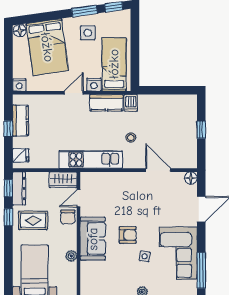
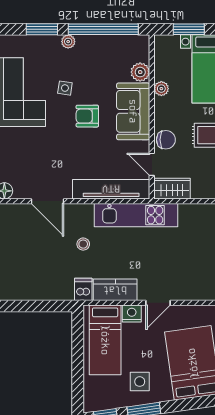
tv unit: (110, 179) -> (111, 189), added
door: (79, 198) -> (152, 164), swing flipped
chair: (68, 217) -> (166, 140), turned 90
plant: (87, 268) -> (140, 72), added

